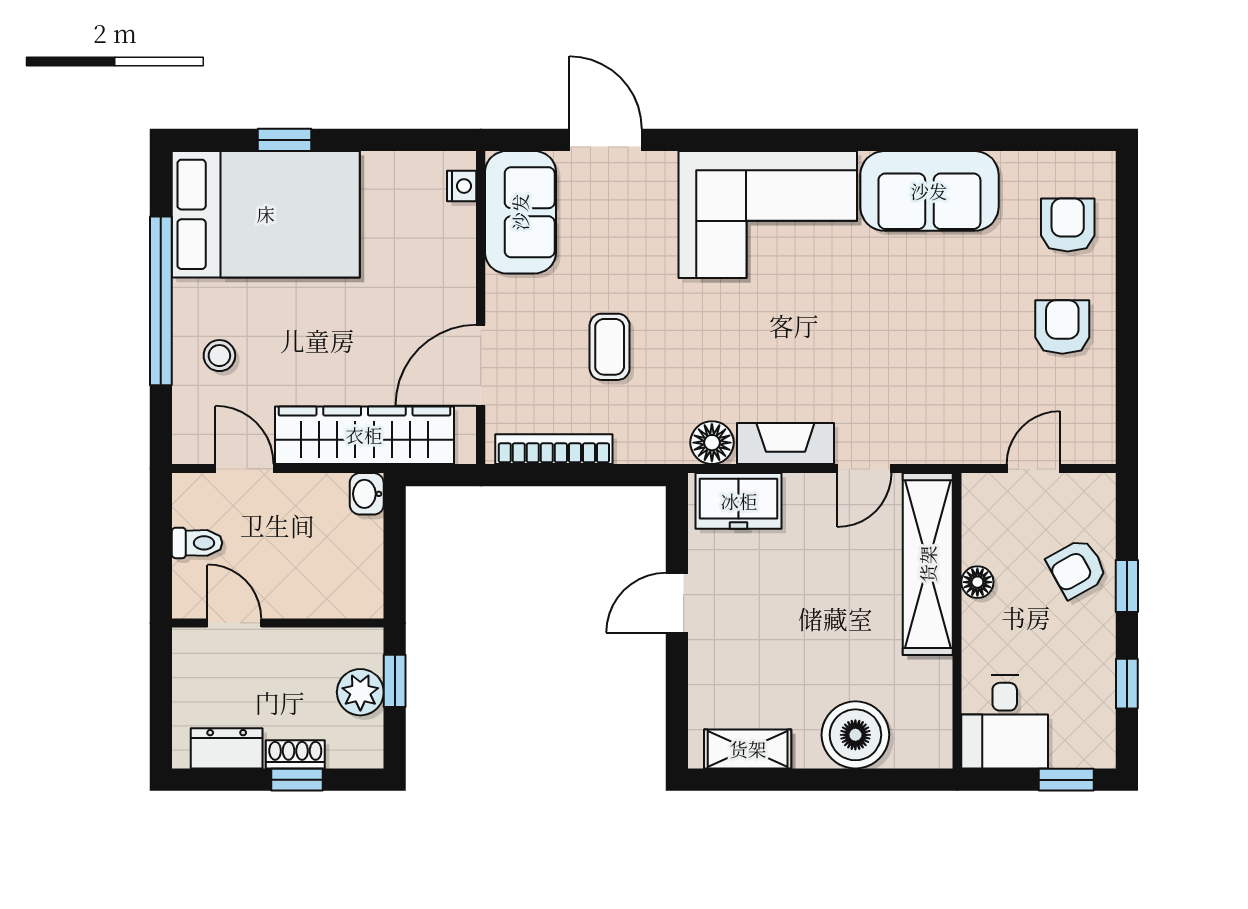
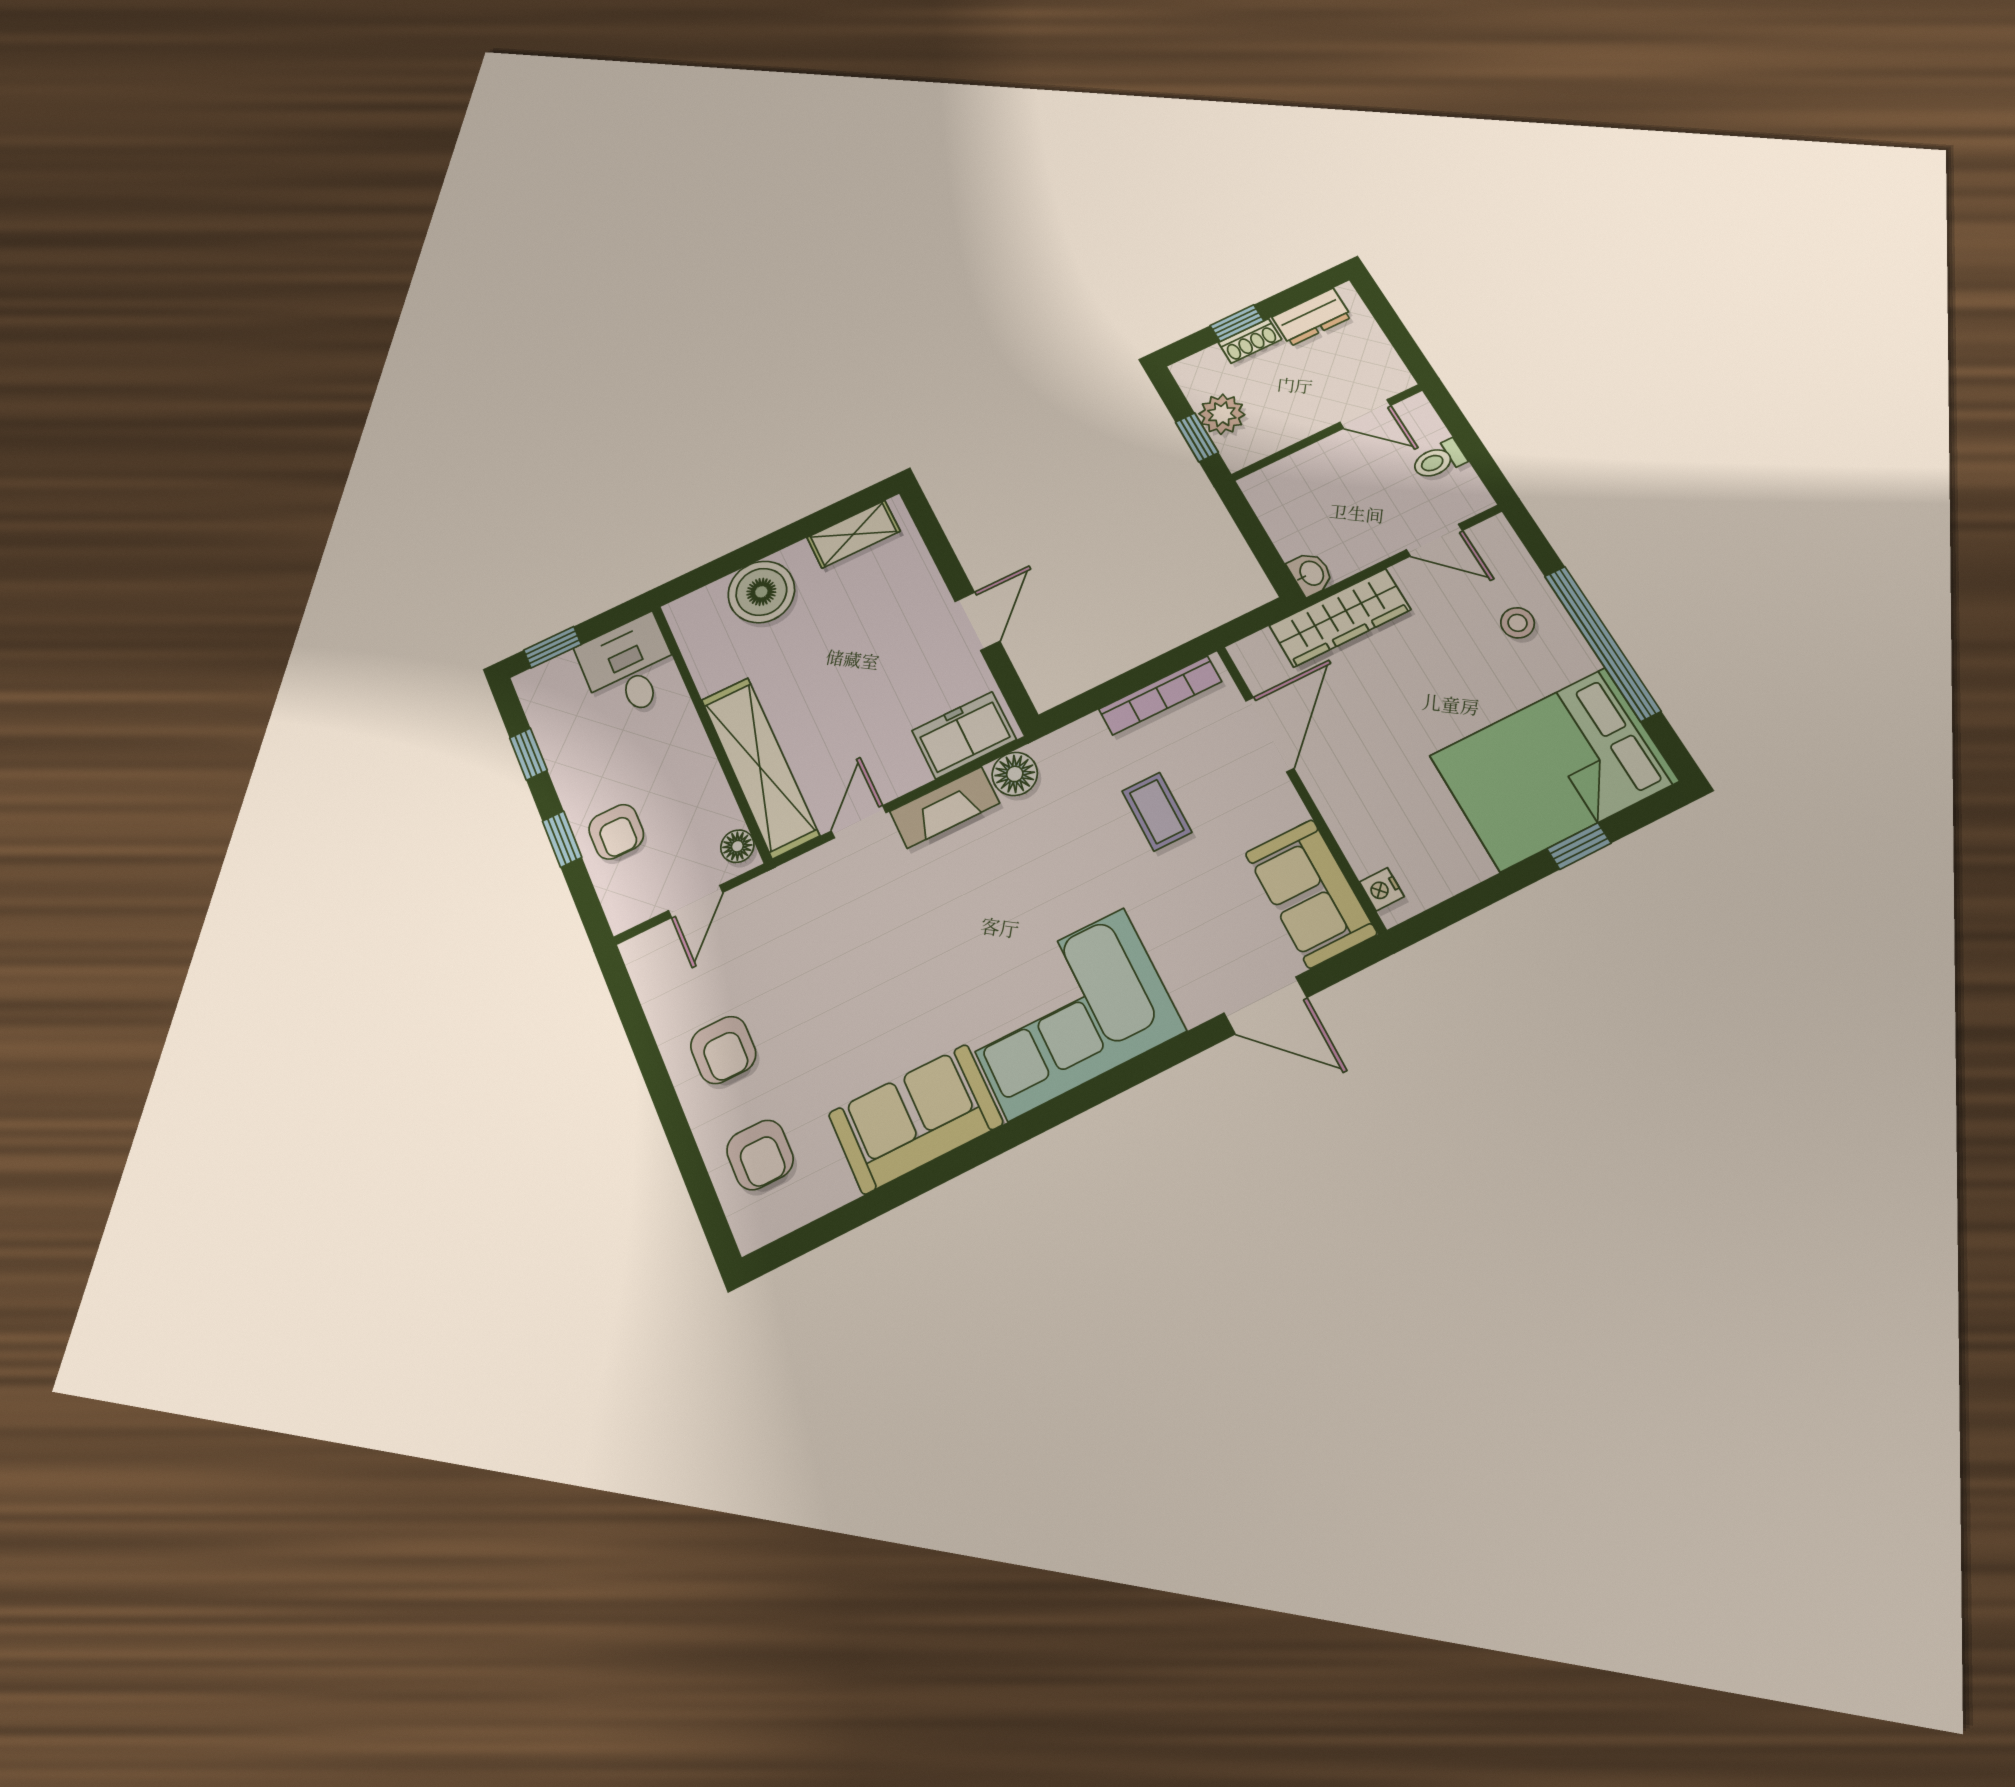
wardrobe: (364, 435) -> (1340, 618), width x0.71, depth x0.85
armchair: (1077, 568) -> (616, 832), turned 119
floor lamp: (977, 582) -> (737, 846), moved

